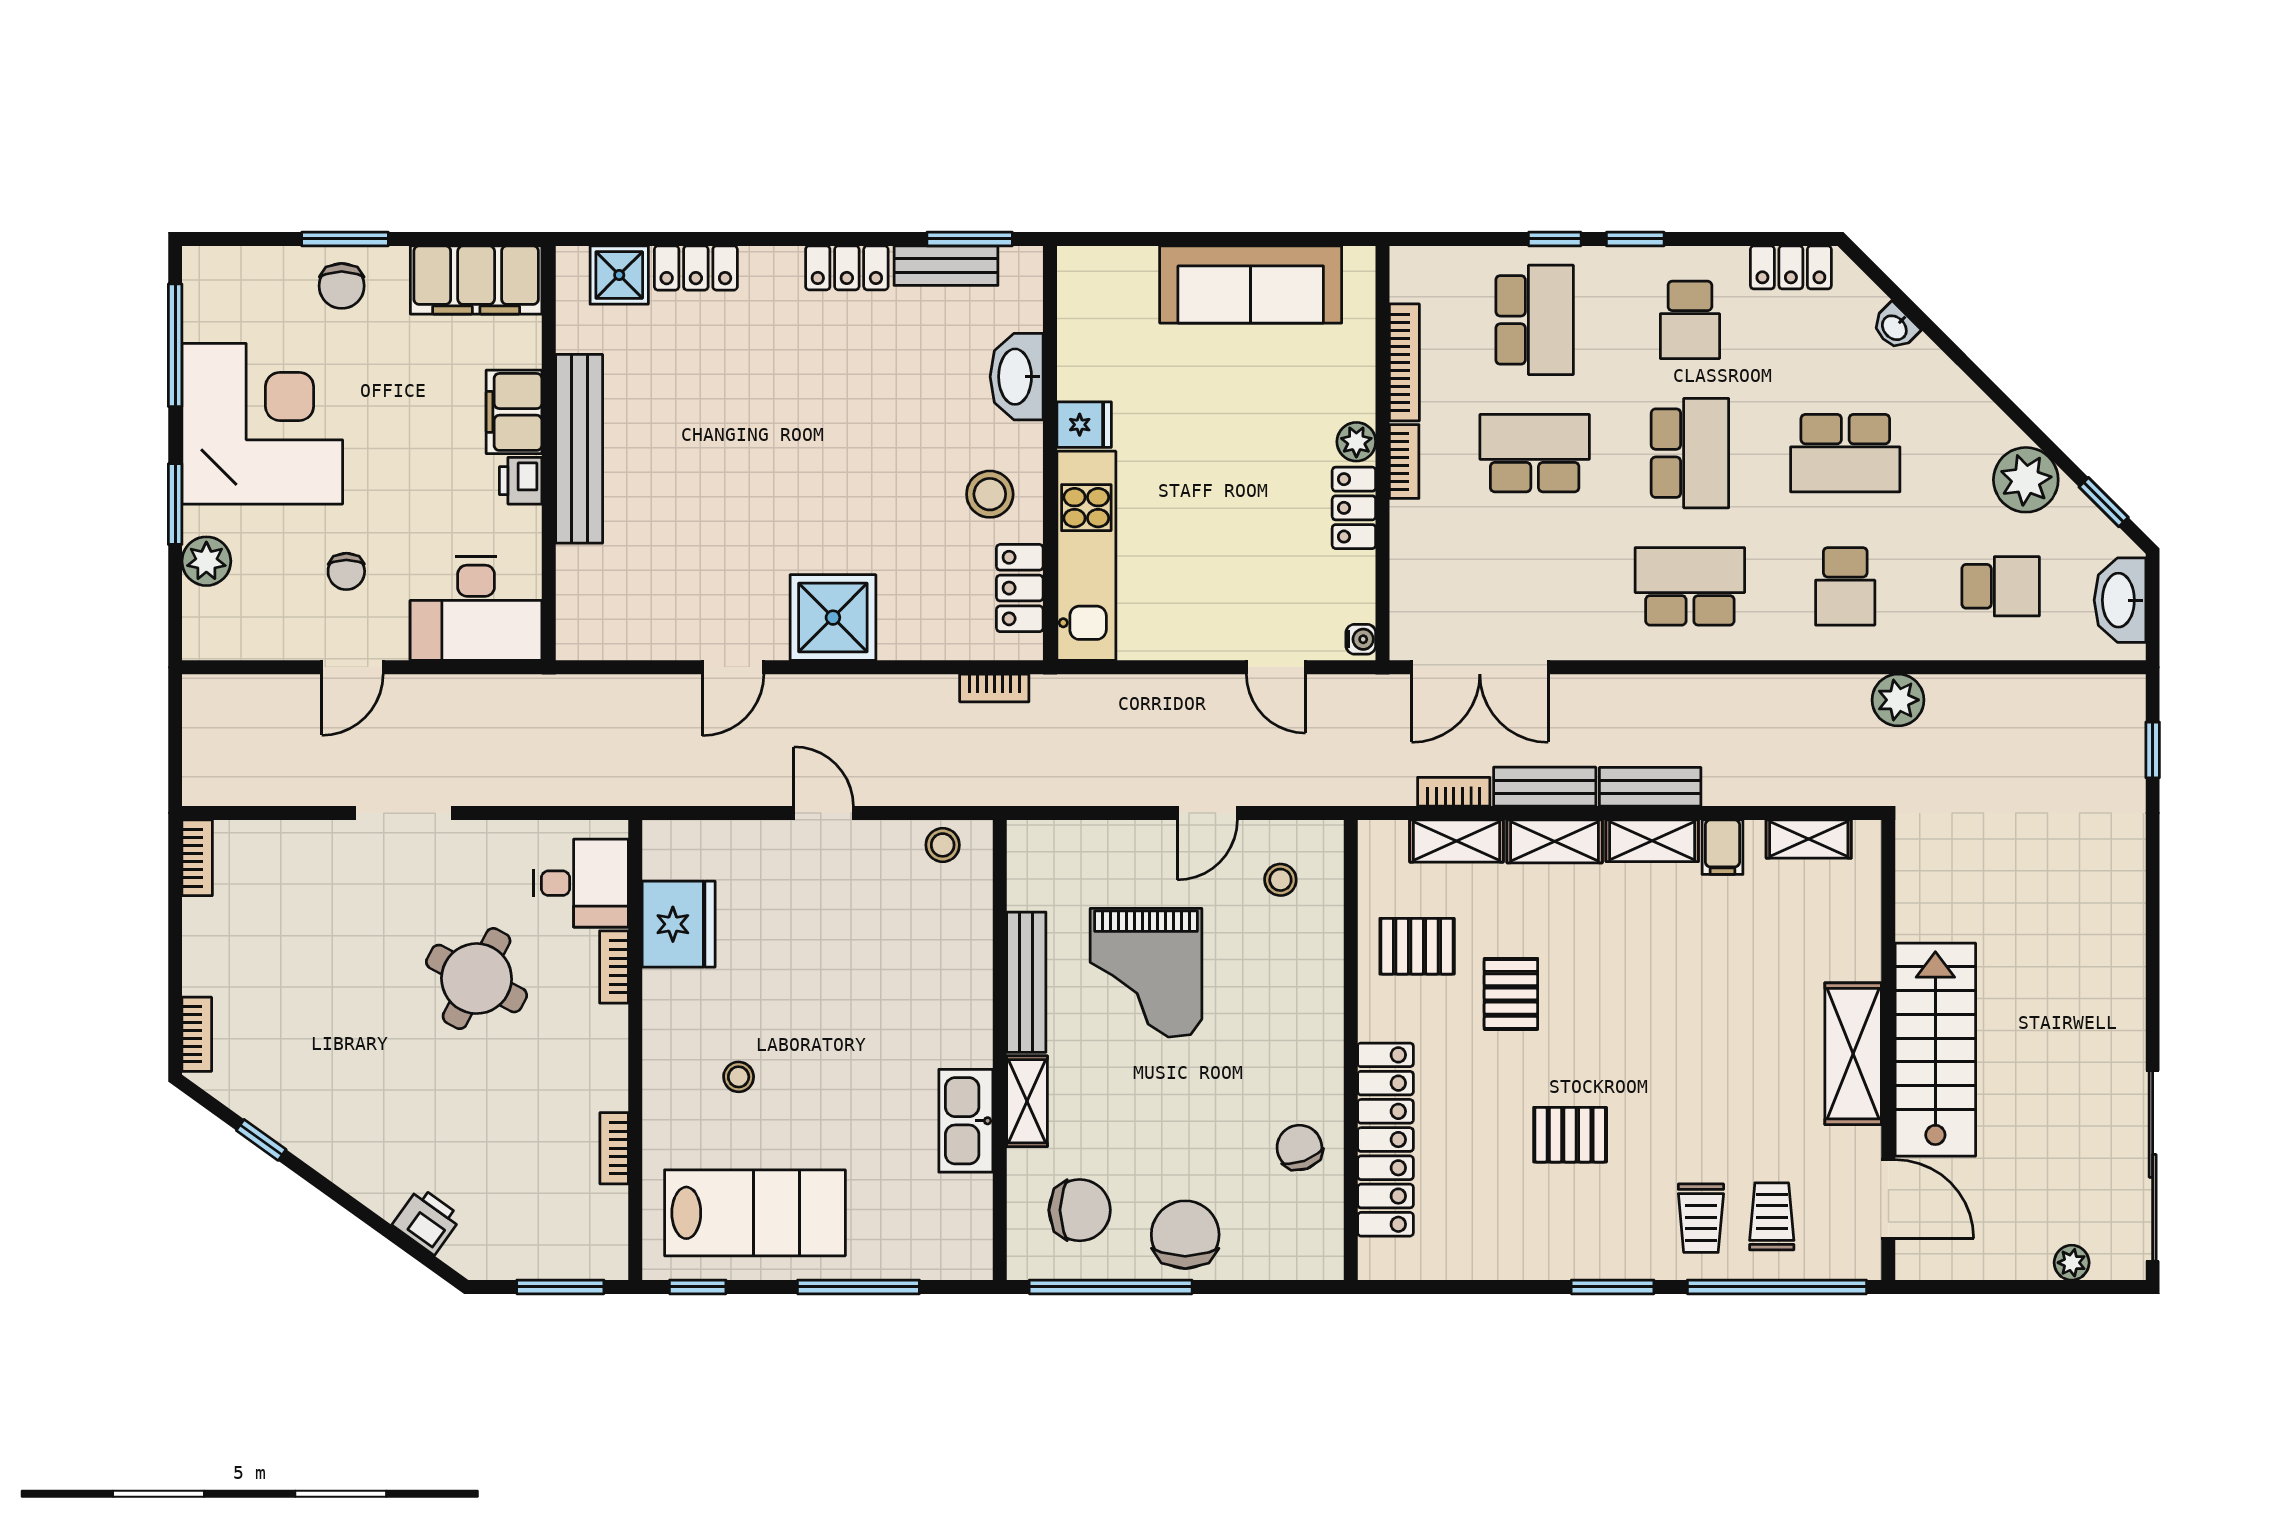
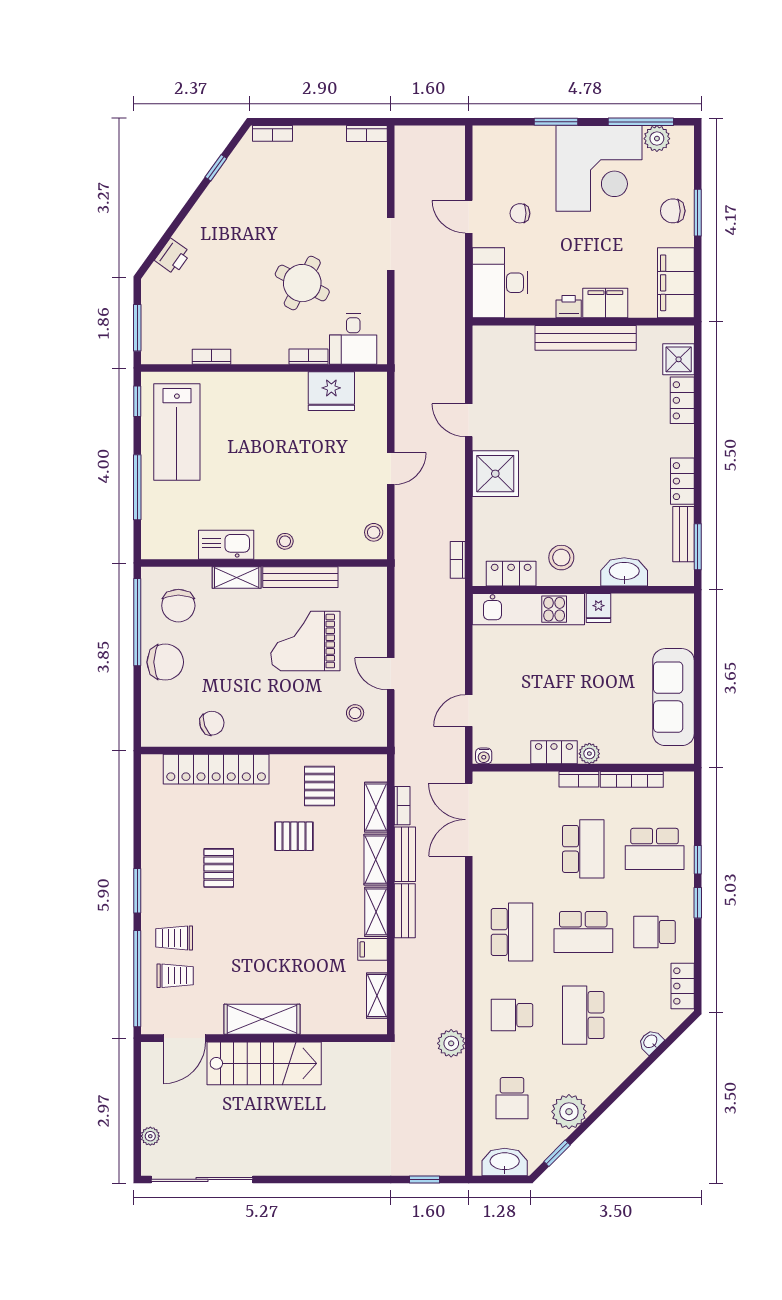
plant: (206, 561) -> (657, 139), moved
stool: (739, 1077) -> (285, 541), moved

